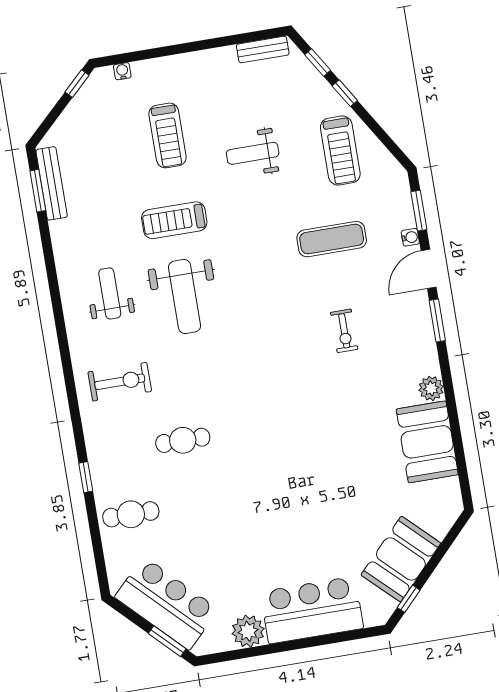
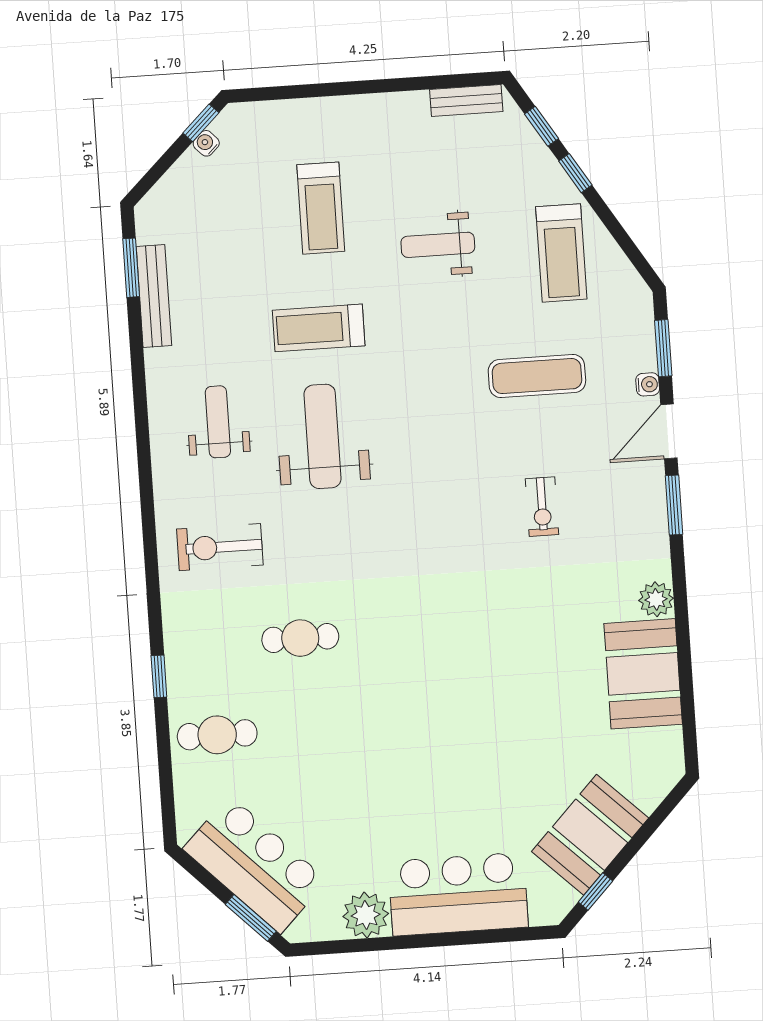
water cooler: (122, 71) -> (206, 143), moved, turned -44
bench: (52, 183) -> (154, 296), moved
weight bench: (185, 296) -> (323, 436), turned 180
exercise bike: (120, 382) -> (220, 547), turned 180

